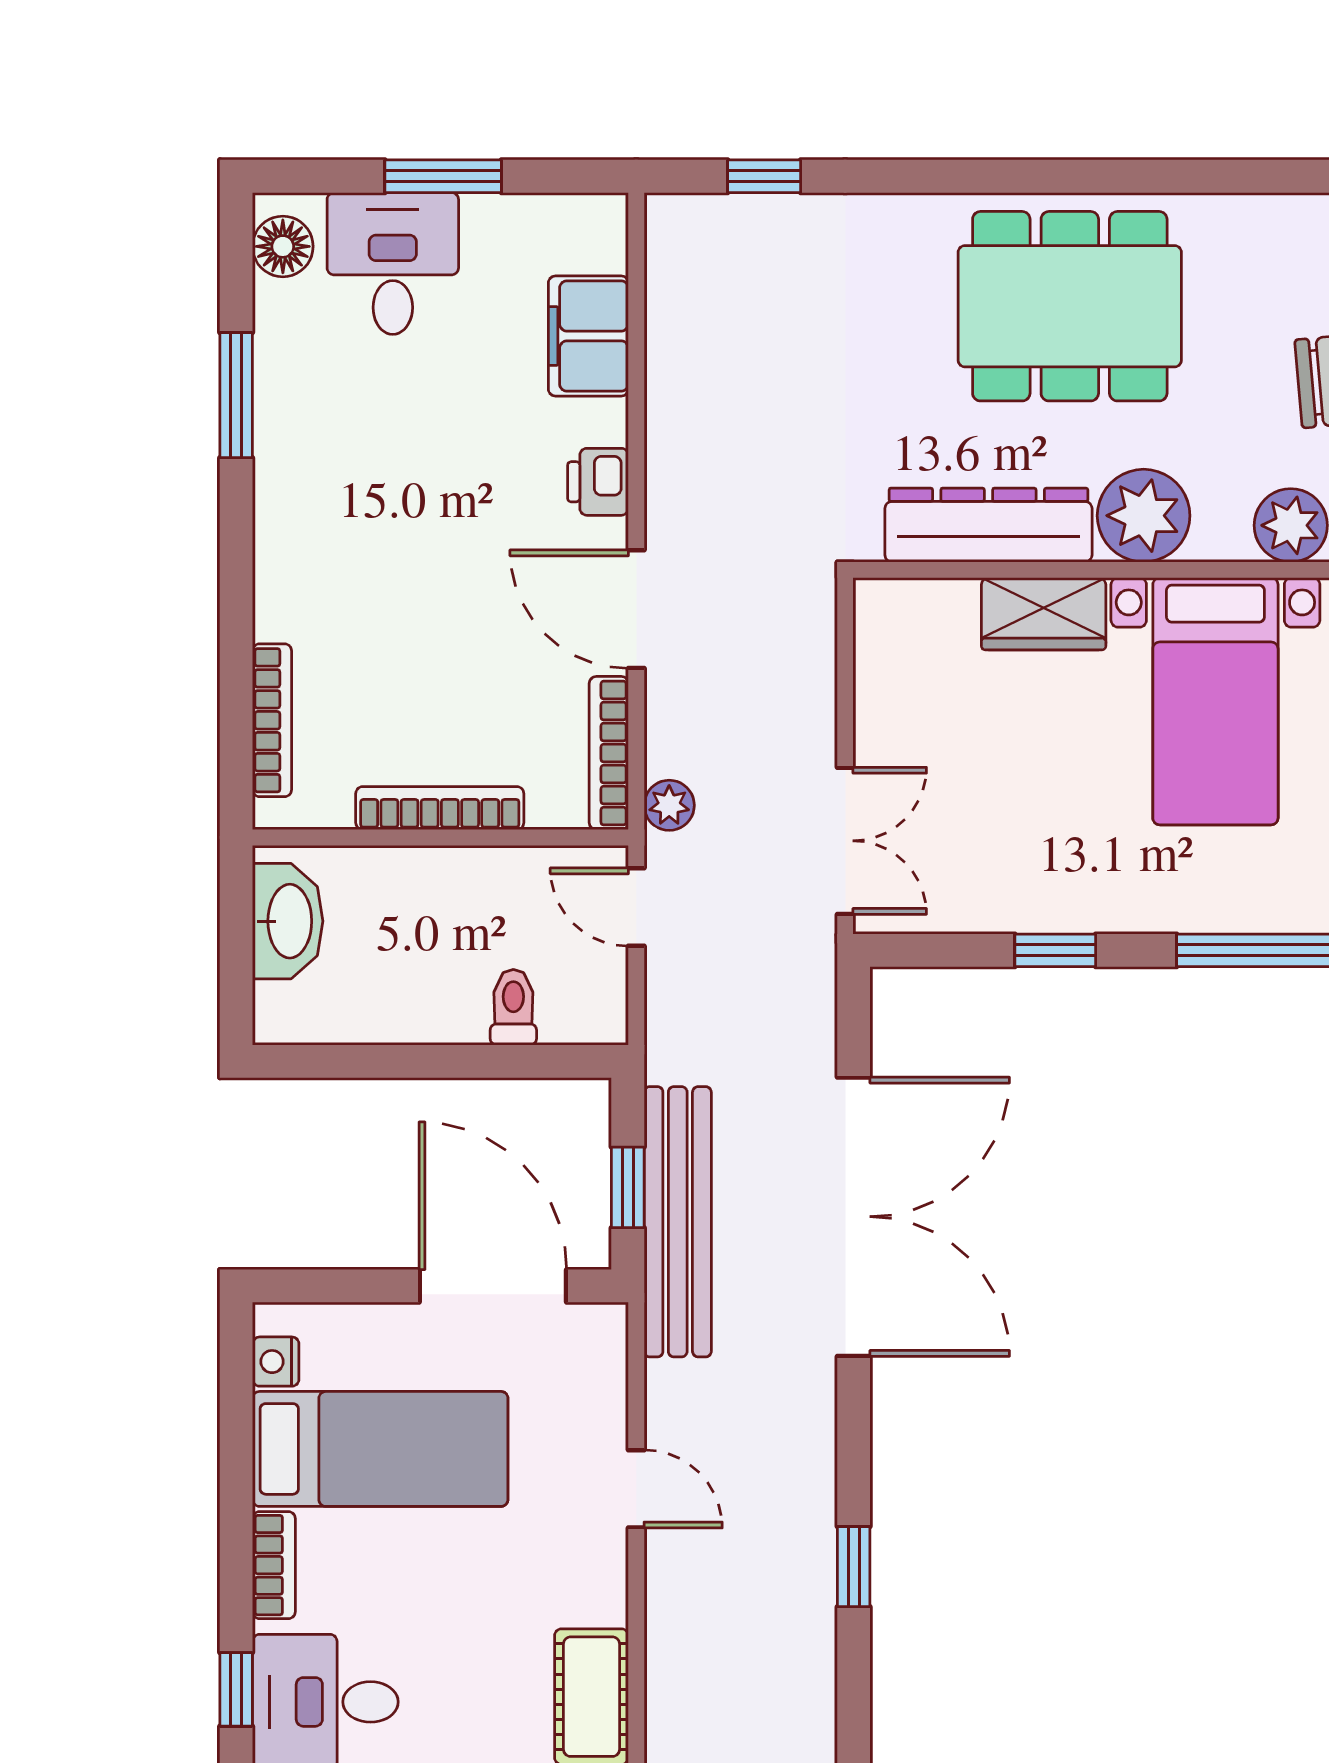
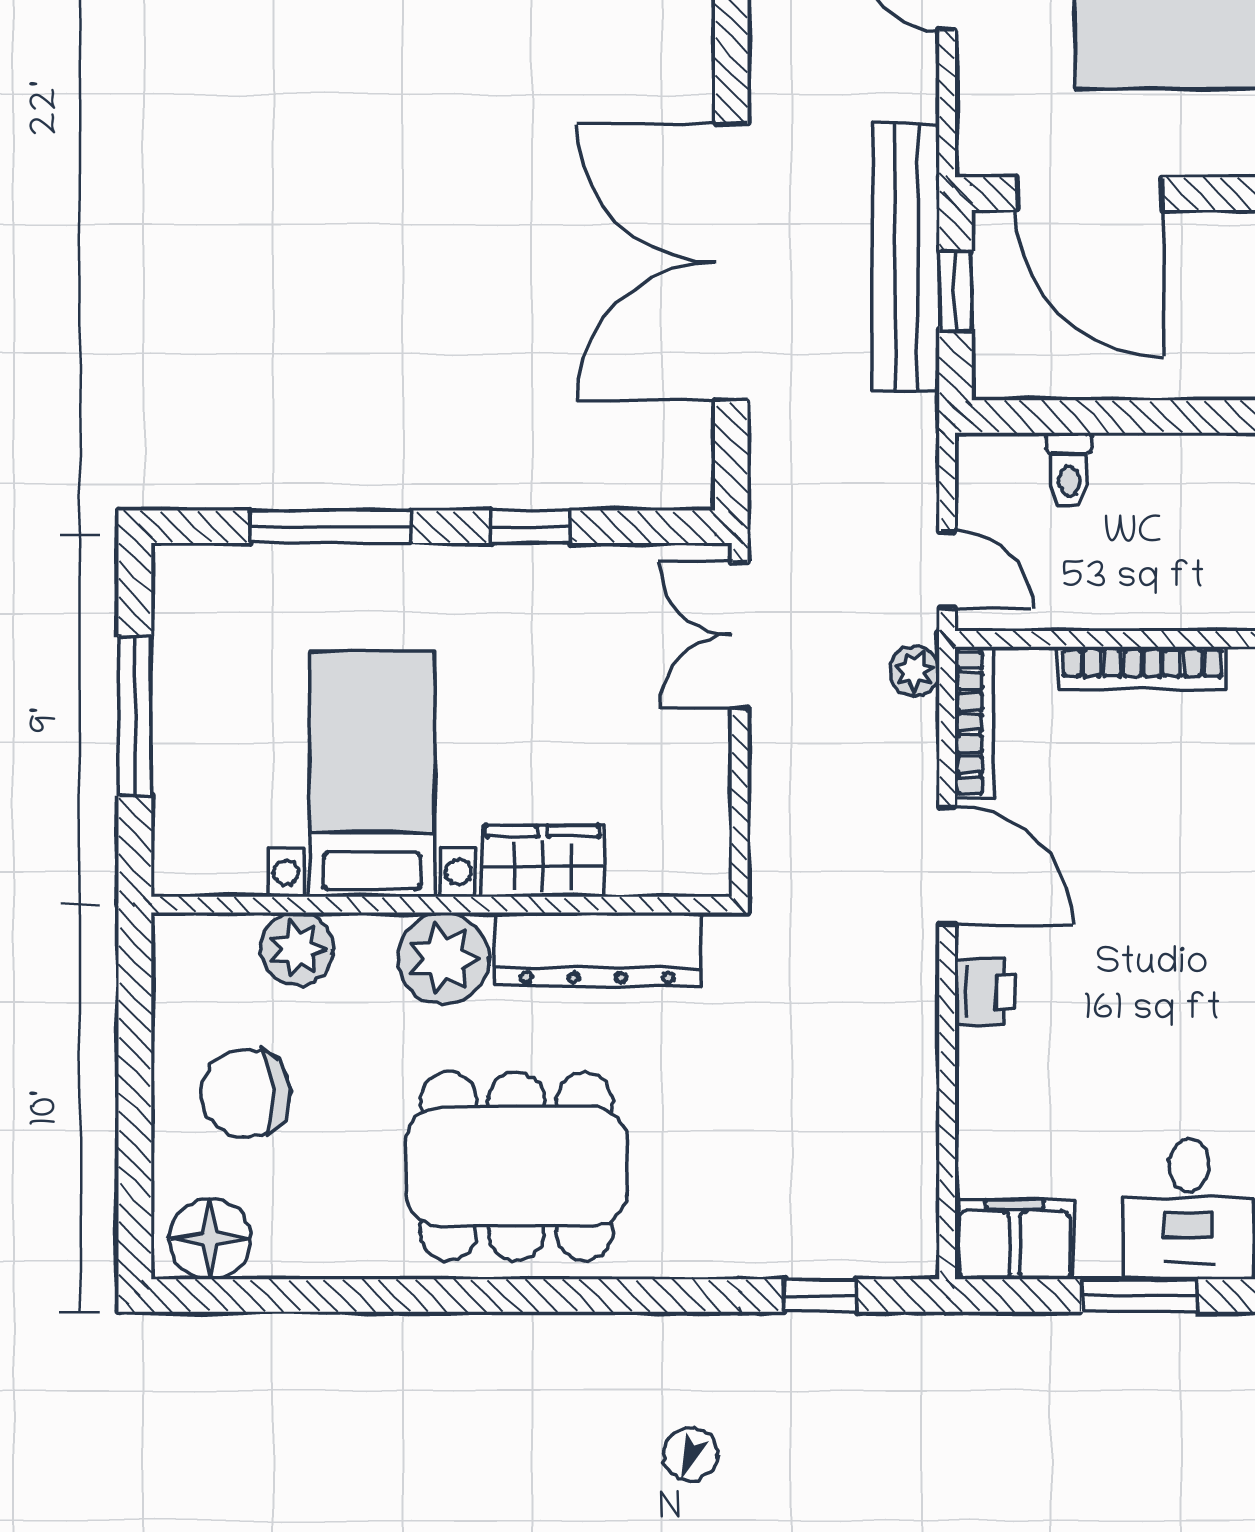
filing cabinet: (588, 336) -> (1015, 1240), moved, turned -90

